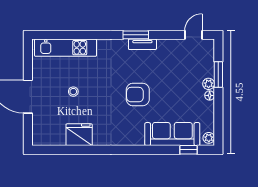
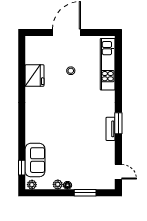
plant: (209, 84) -> (58, 184), moved
armchair: (138, 95) -> (68, 125), removed
sofa: (172, 134) -> (35, 160), width x0.73

